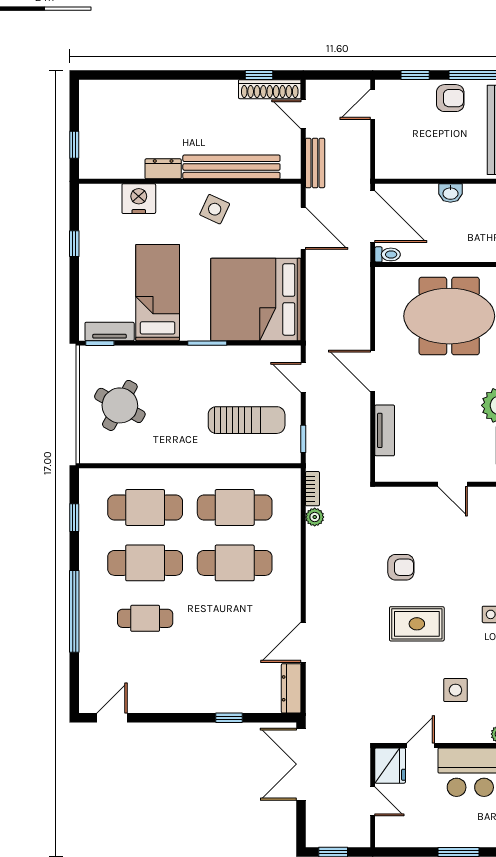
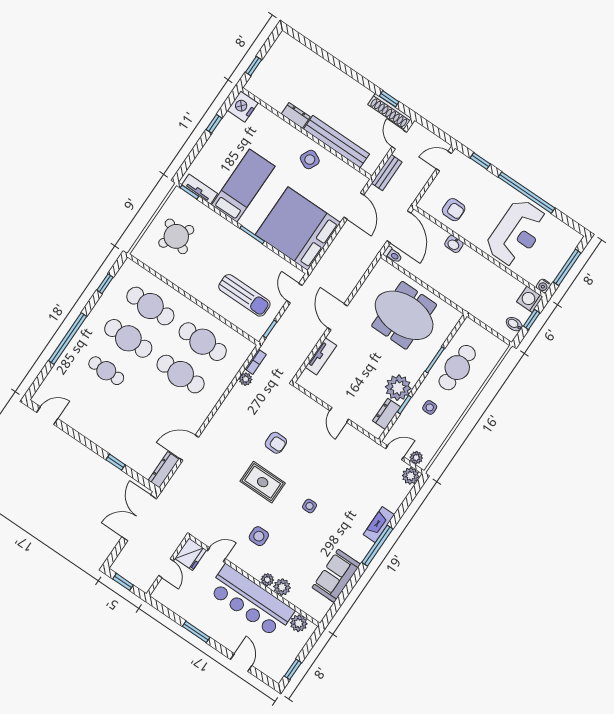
armchair: (450, 98) -> (454, 210), moved
nightstand: (139, 199) -> (243, 107), moved, turned -90

